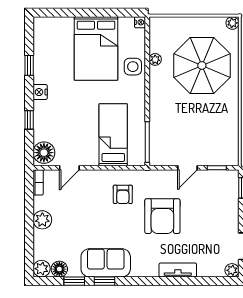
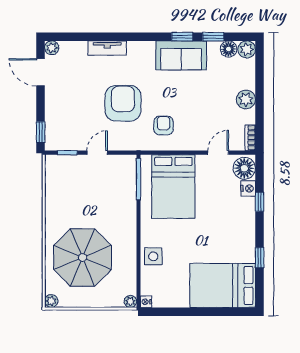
bed: (96, 49) -> (223, 285), moved, turned -90
plant: (155, 59) -> (130, 301), moved
nightstand: (40, 92) -> (248, 188), moved
bed: (113, 135) -> (173, 187), width x1.50

